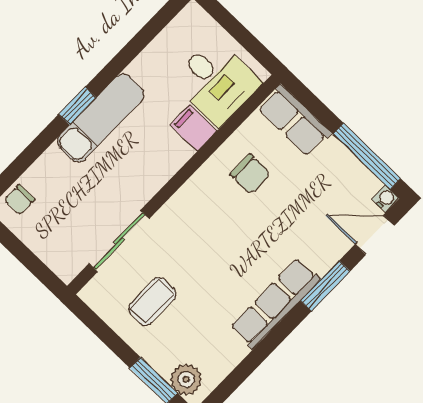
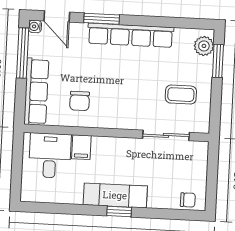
row of seats: (294, 120) -> (36, 91), width x1.48
chair: (250, 174) -> (80, 101), turned 180
row of seats: (275, 303) -> (131, 35), width x1.36

